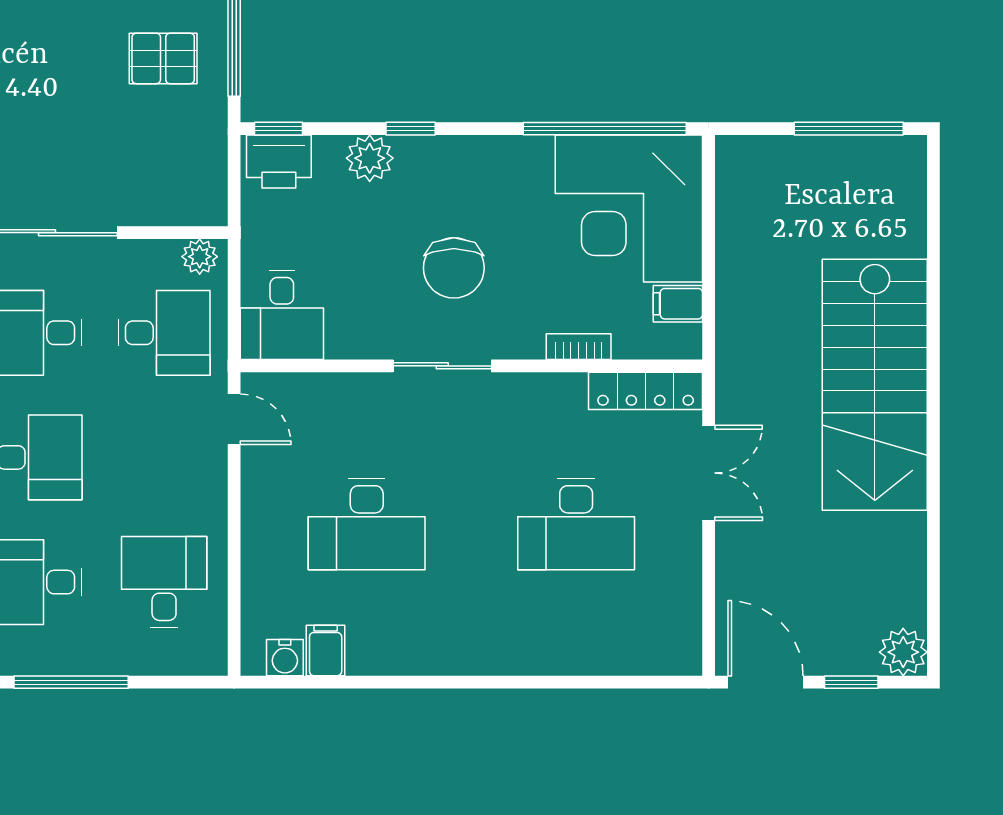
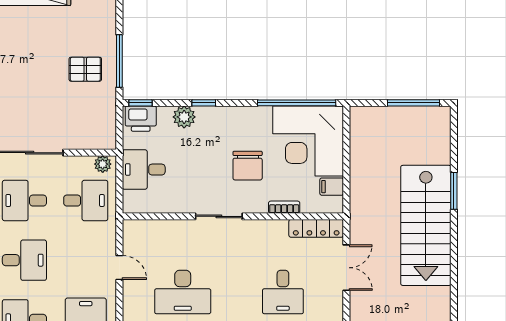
chair: (454, 268) -> (248, 166), moved
window: (933, 313) -> (454, 191), added
desk: (282, 315) -> (144, 170), moved, turned 90
door: (234, 419) -> (119, 267), moved
desk: (576, 524) -> (283, 292), width x0.73

